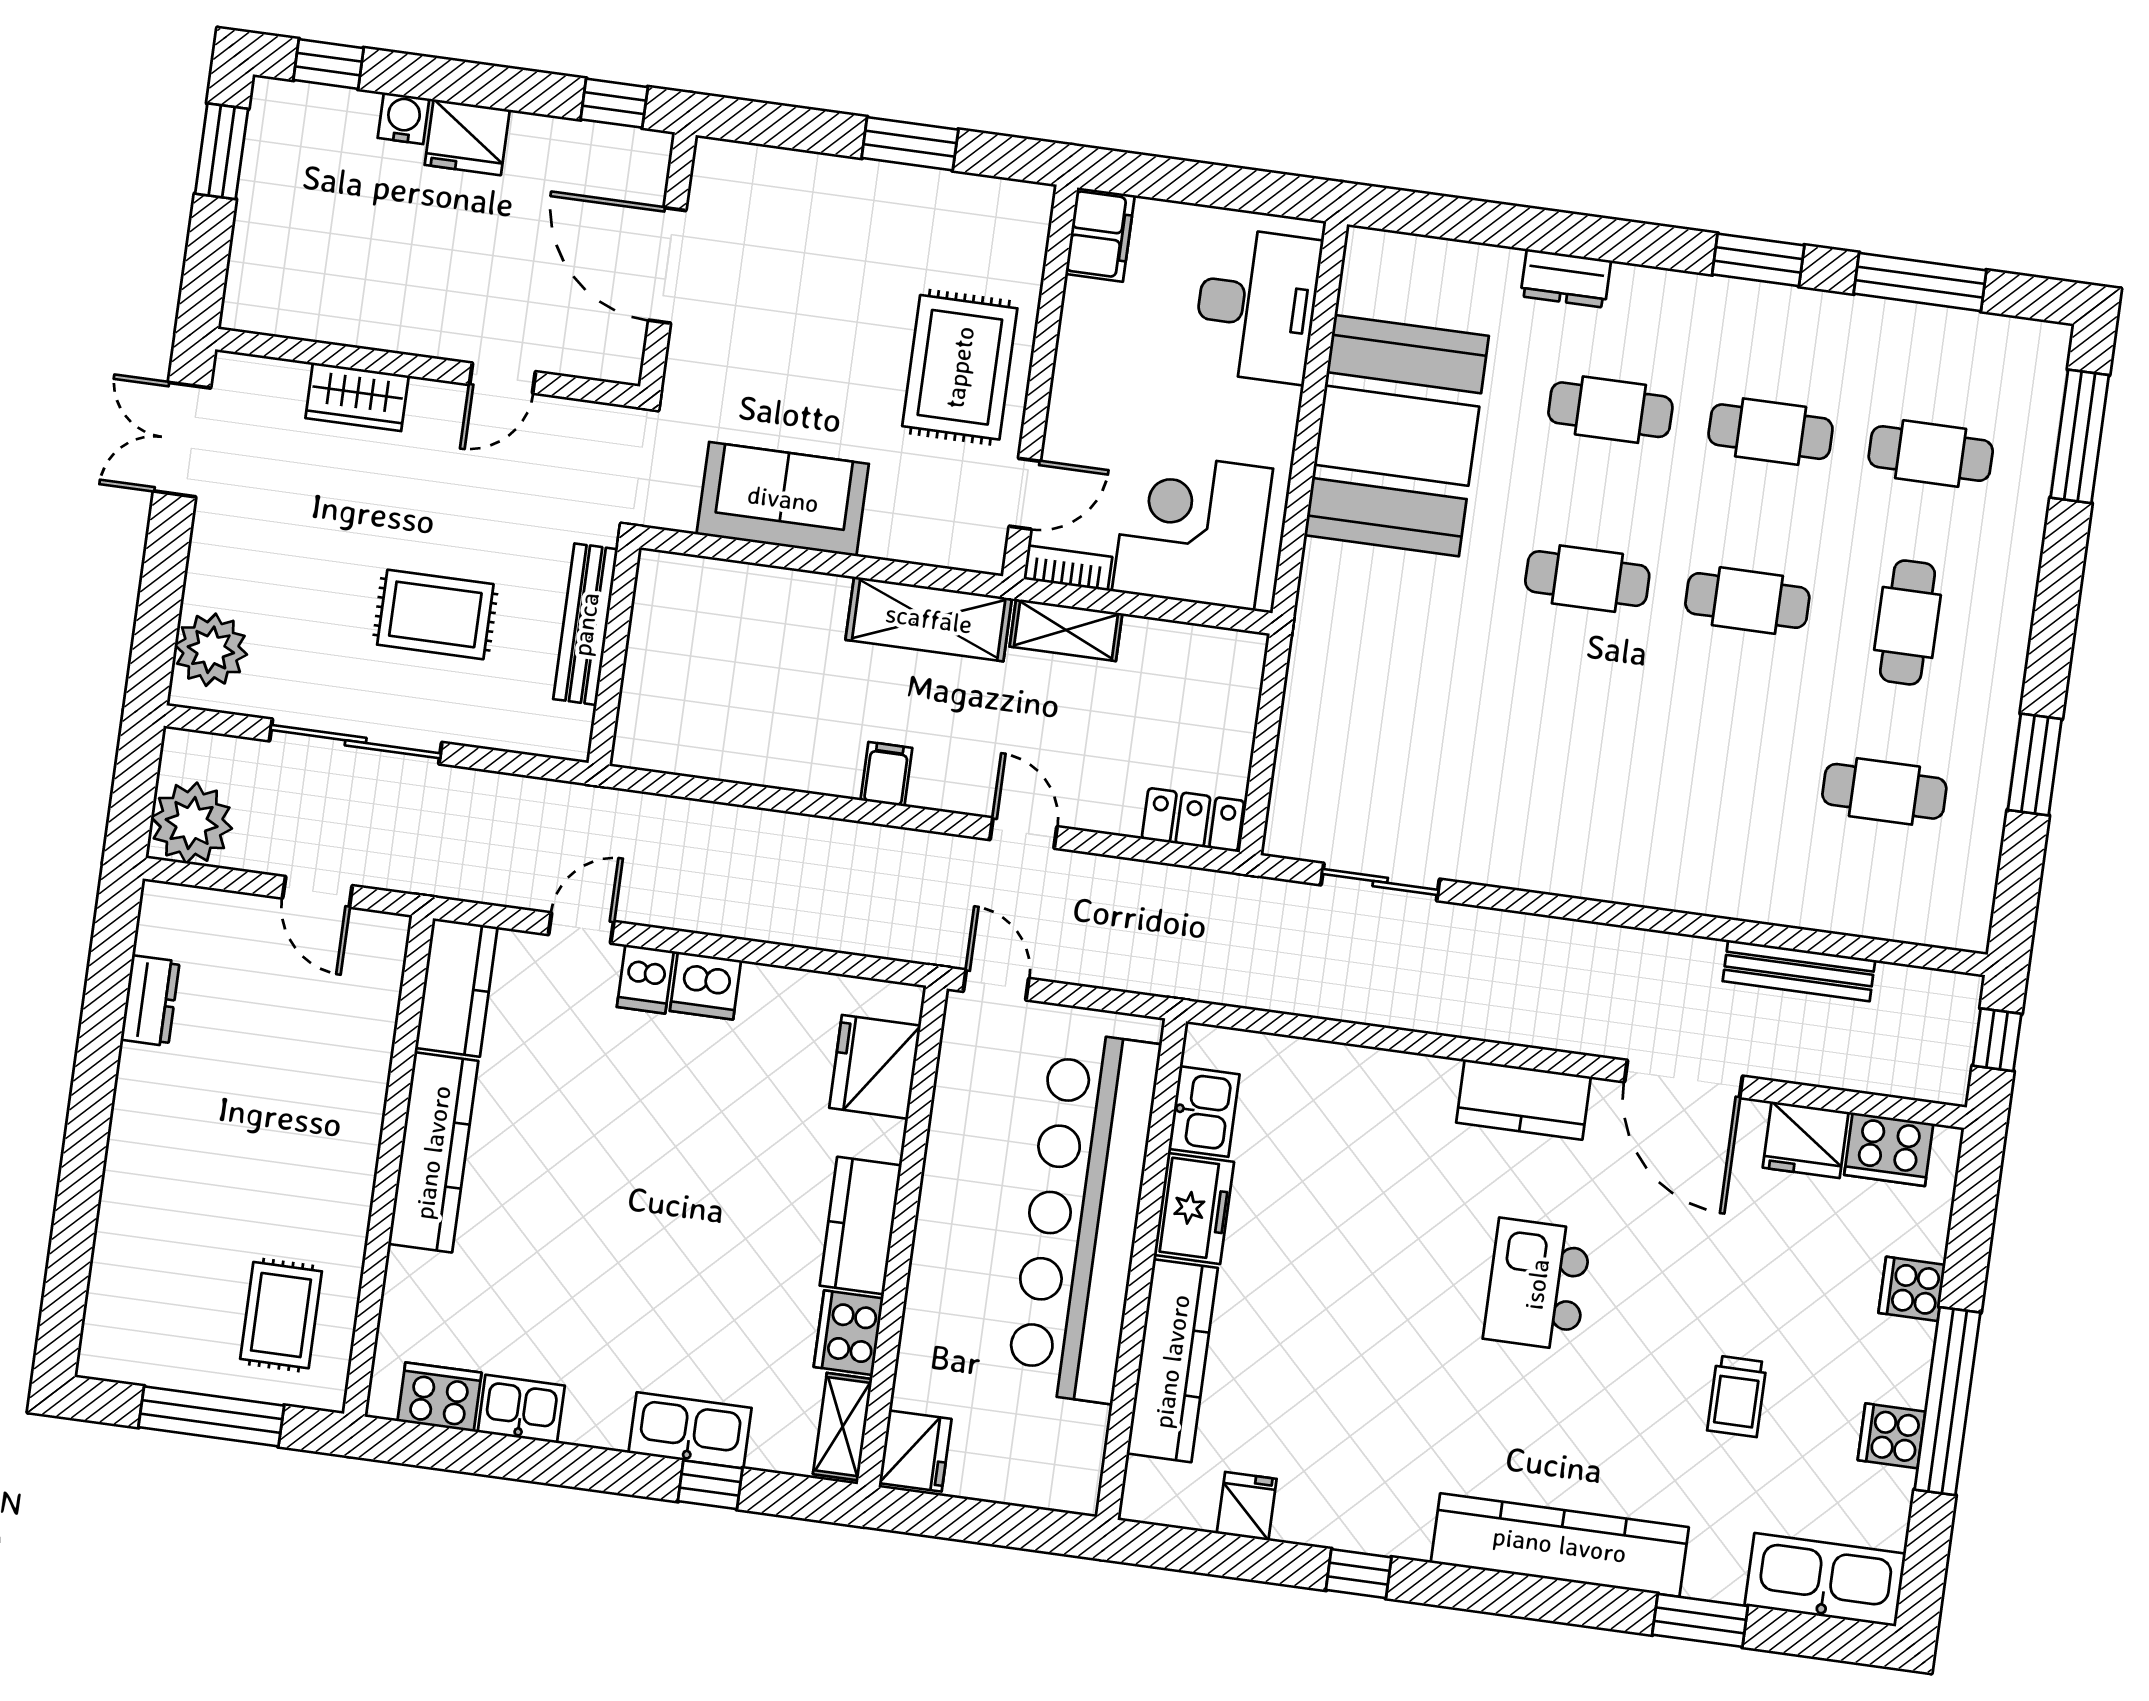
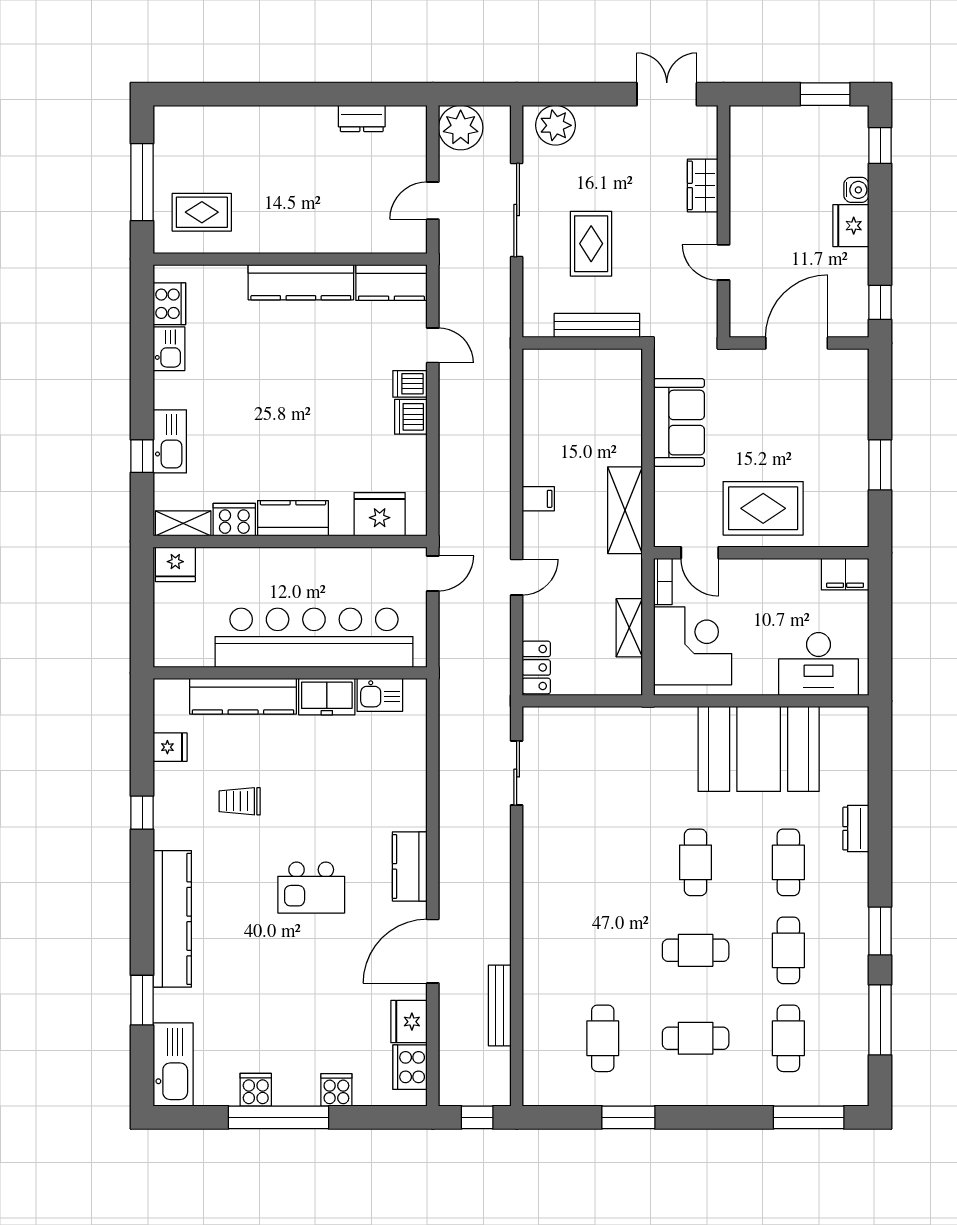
cafe table: (1747, 601) -> (696, 950), turned 90
shelving: (1066, 630) -> (629, 628), moved
kitchen island: (1537, 1284) -> (311, 888), turned 180
trolley: (1737, 1396) -> (240, 801), moved

